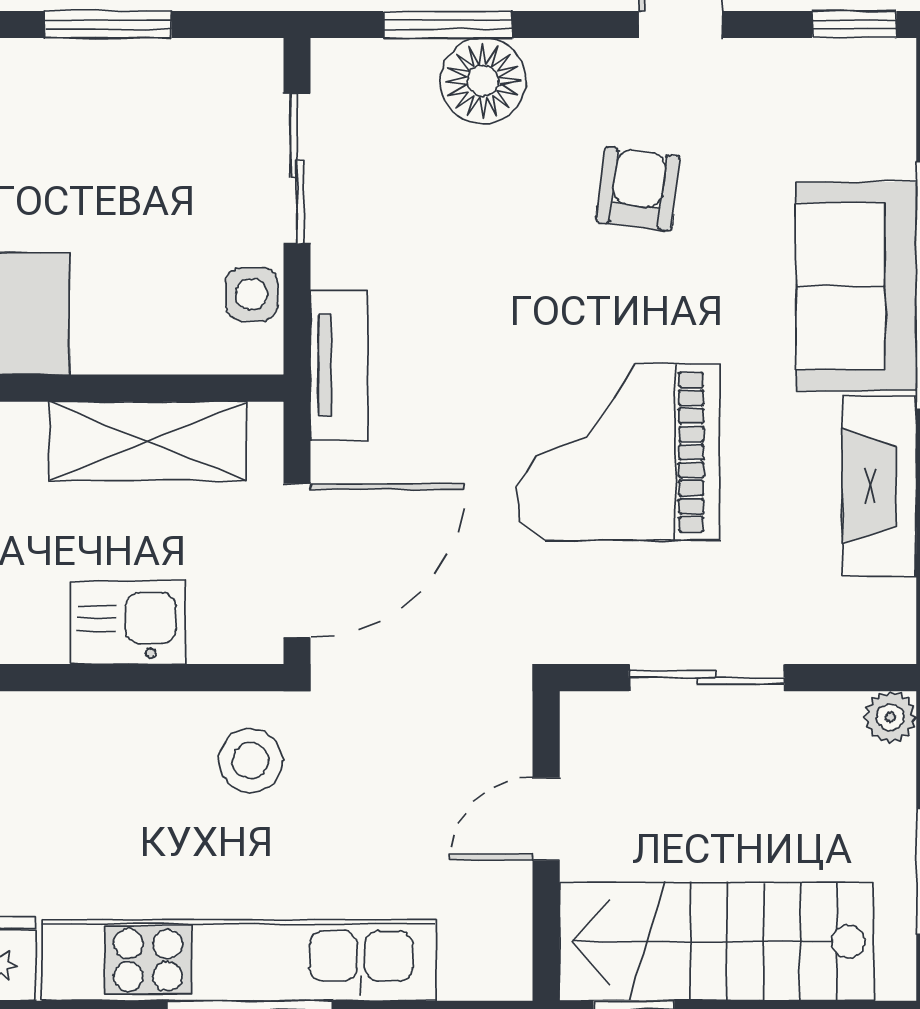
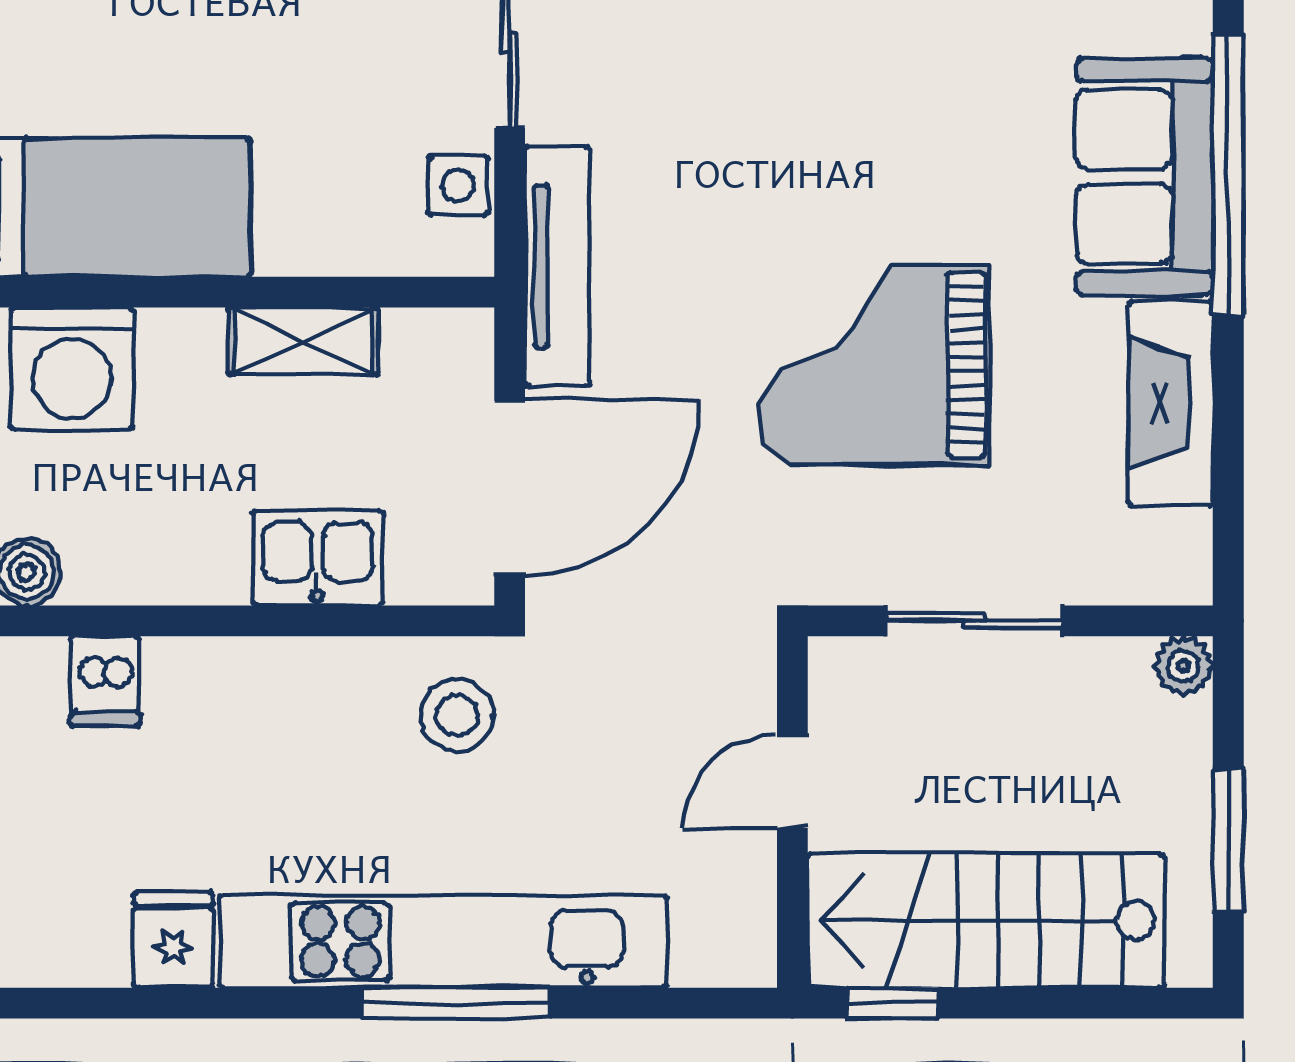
armchair: (638, 189) -> (897, 66), removed
tv unit: (339, 365) -> (557, 266), width x1.41
shelving: (148, 441) -> (303, 341), width x0.67, depth x0.75

